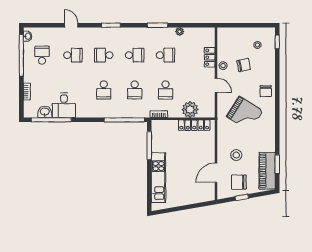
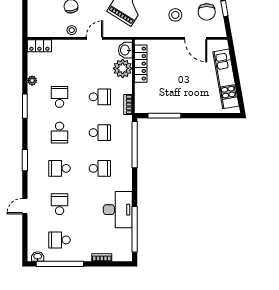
school desk: (104, 55) -> (60, 168), turned 90
school desk: (135, 55) -> (60, 133), turned 180
locker: (210, 57) -> (39, 46), moved
desk: (64, 105) -> (118, 210), width x1.37
washbasin: (45, 112) -> (125, 50), moved
kitchen unit: (159, 178) -> (226, 79), moved, turned -100

